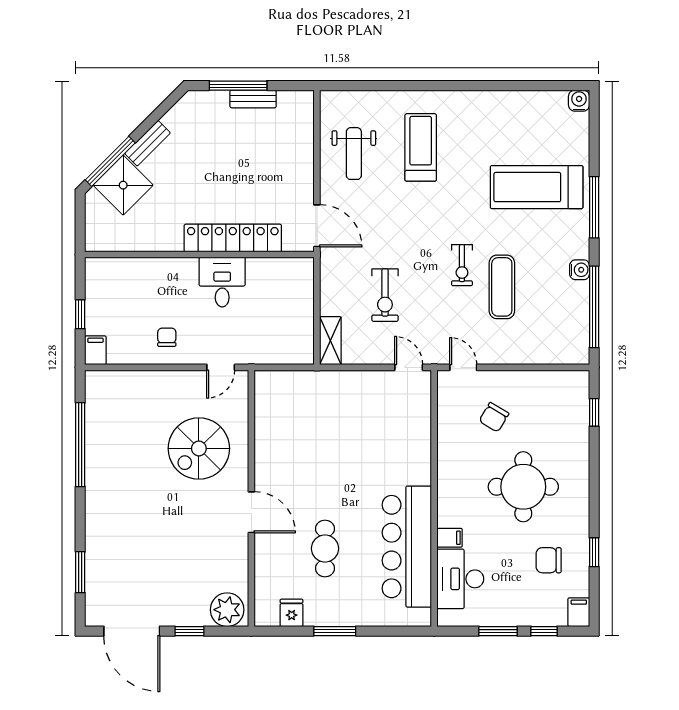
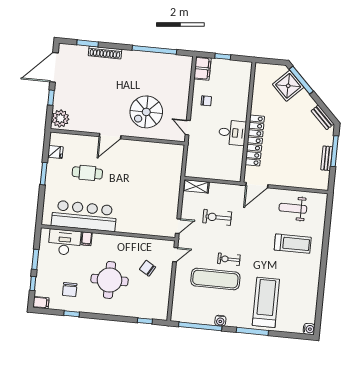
bench: (148, 143) -> (323, 117), moved
exercise mat: (502, 287) -> (215, 279), width x1.36, depth x1.45
filing cabinet: (95, 350) -> (202, 68), width x2.00
spiral stairs: (199, 448) -> (146, 112), turned -90
shoe rack: (94, 537) -> (105, 53), added
chair: (549, 560) -> (70, 290), turned 180

